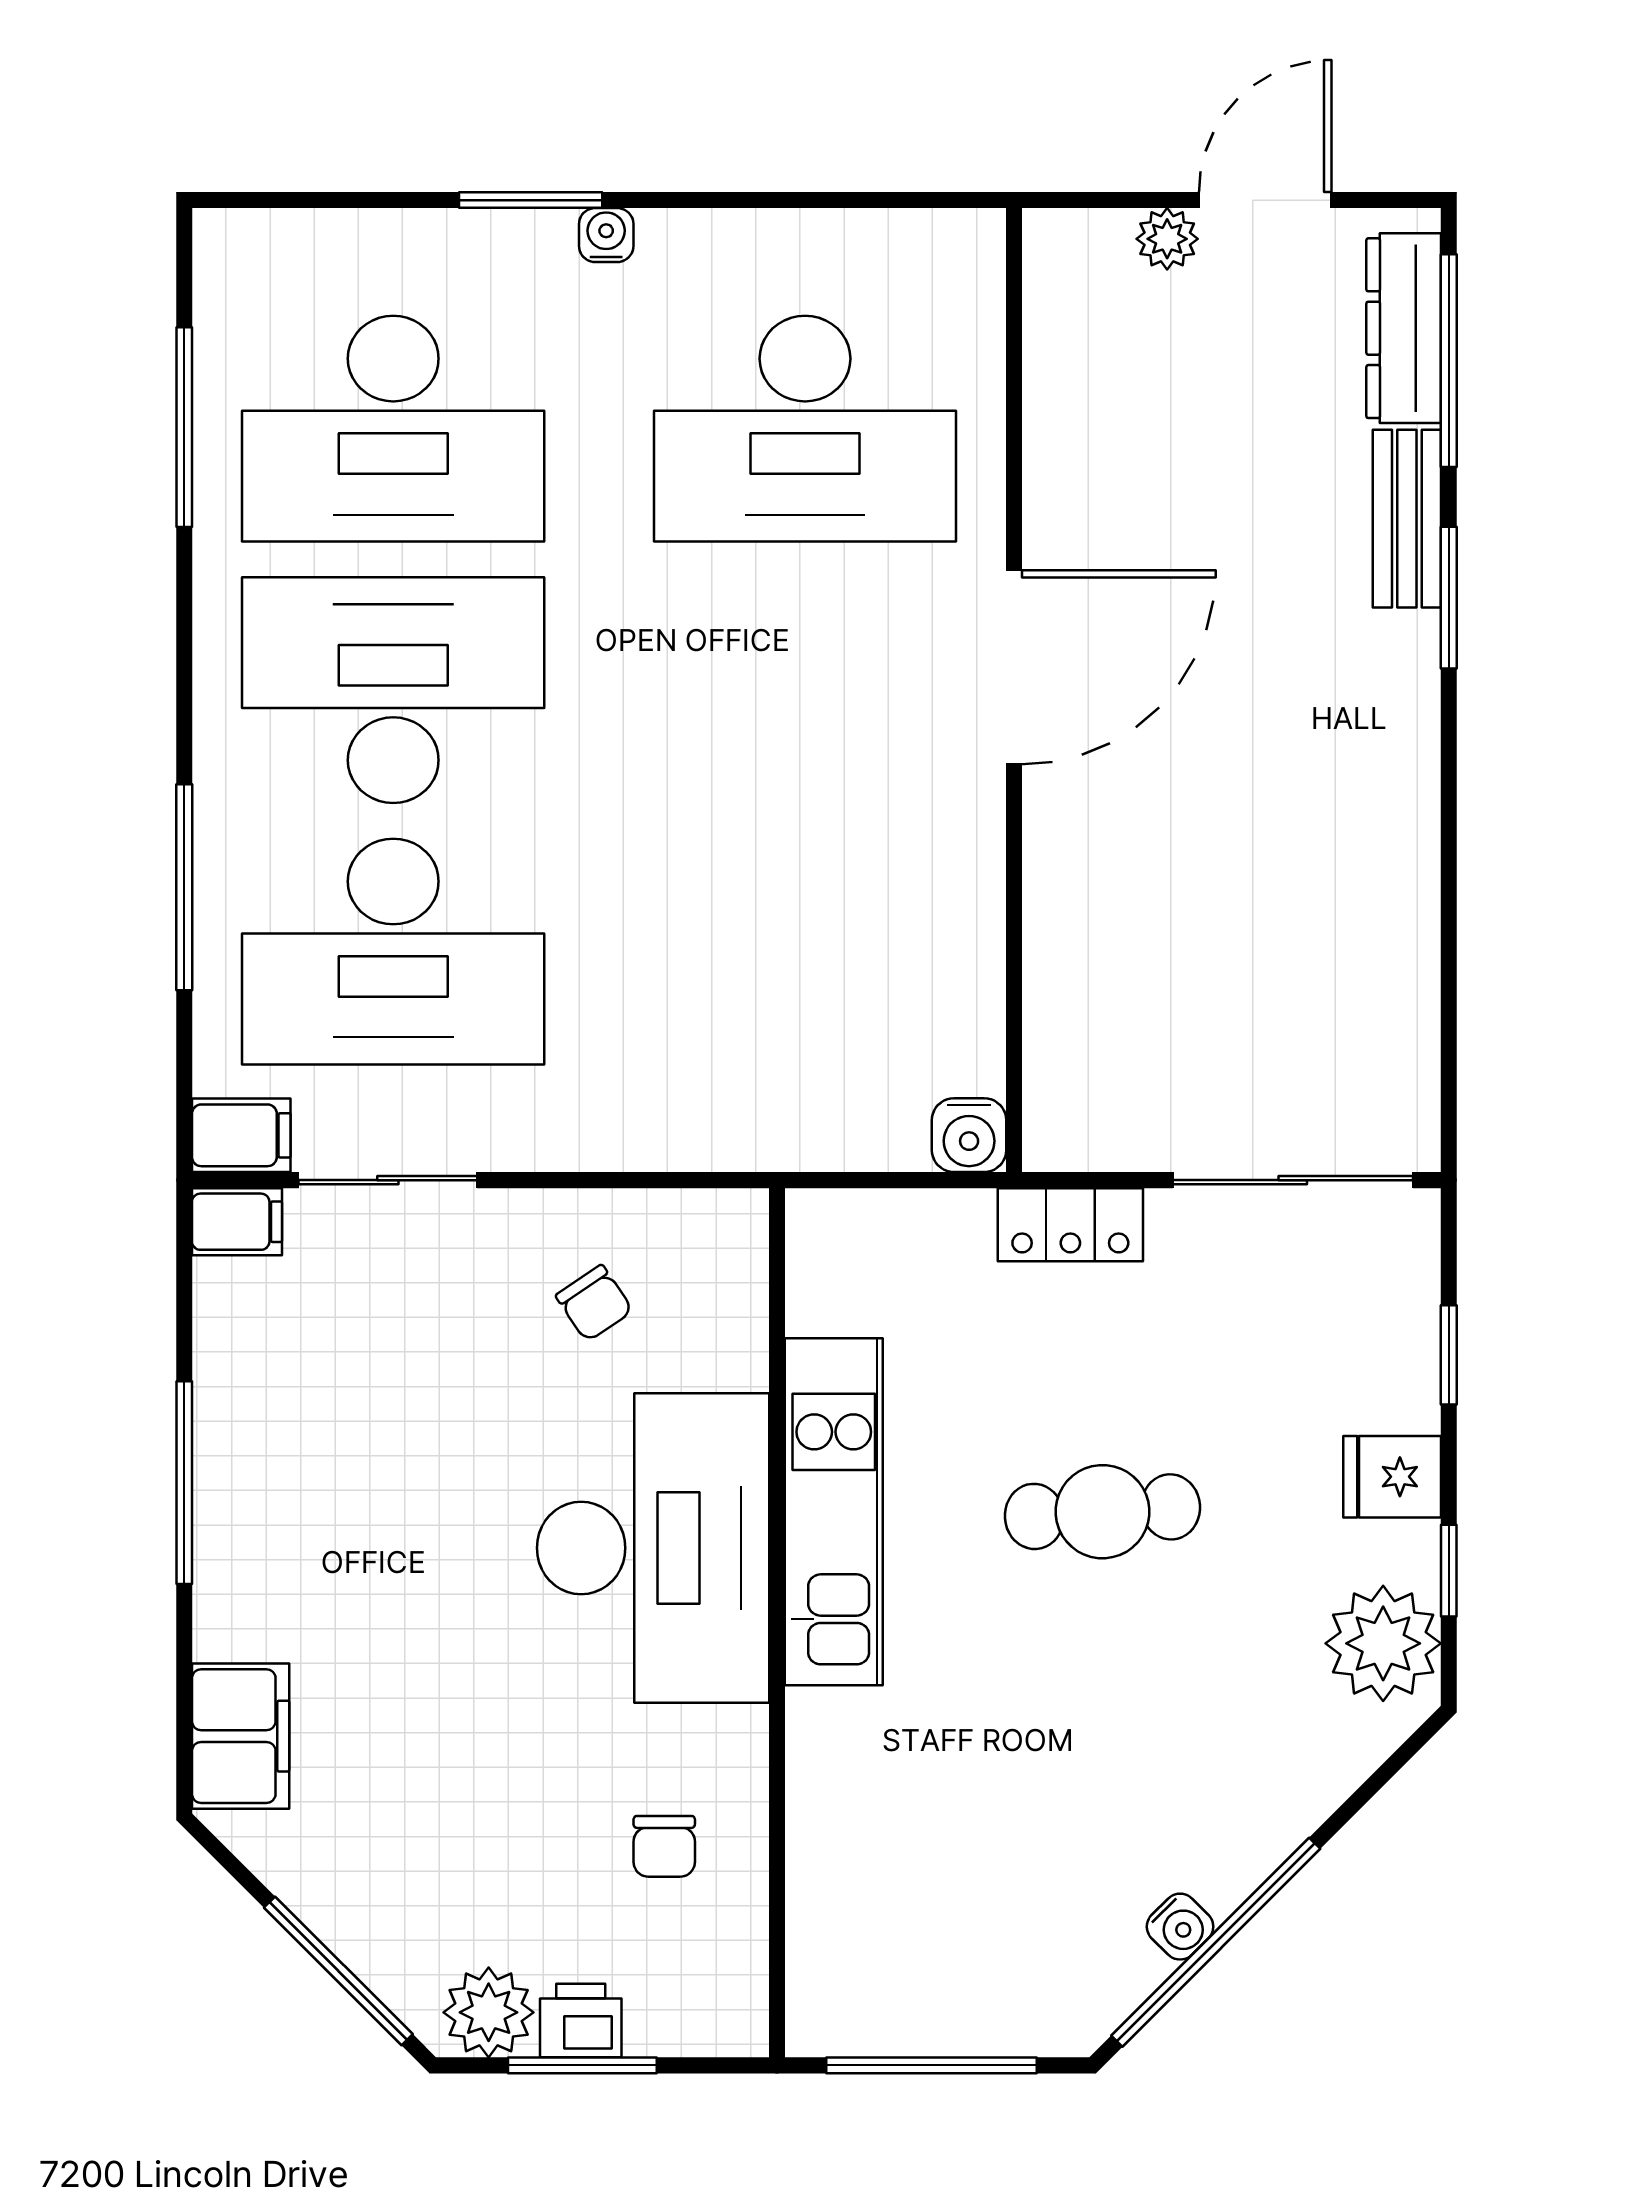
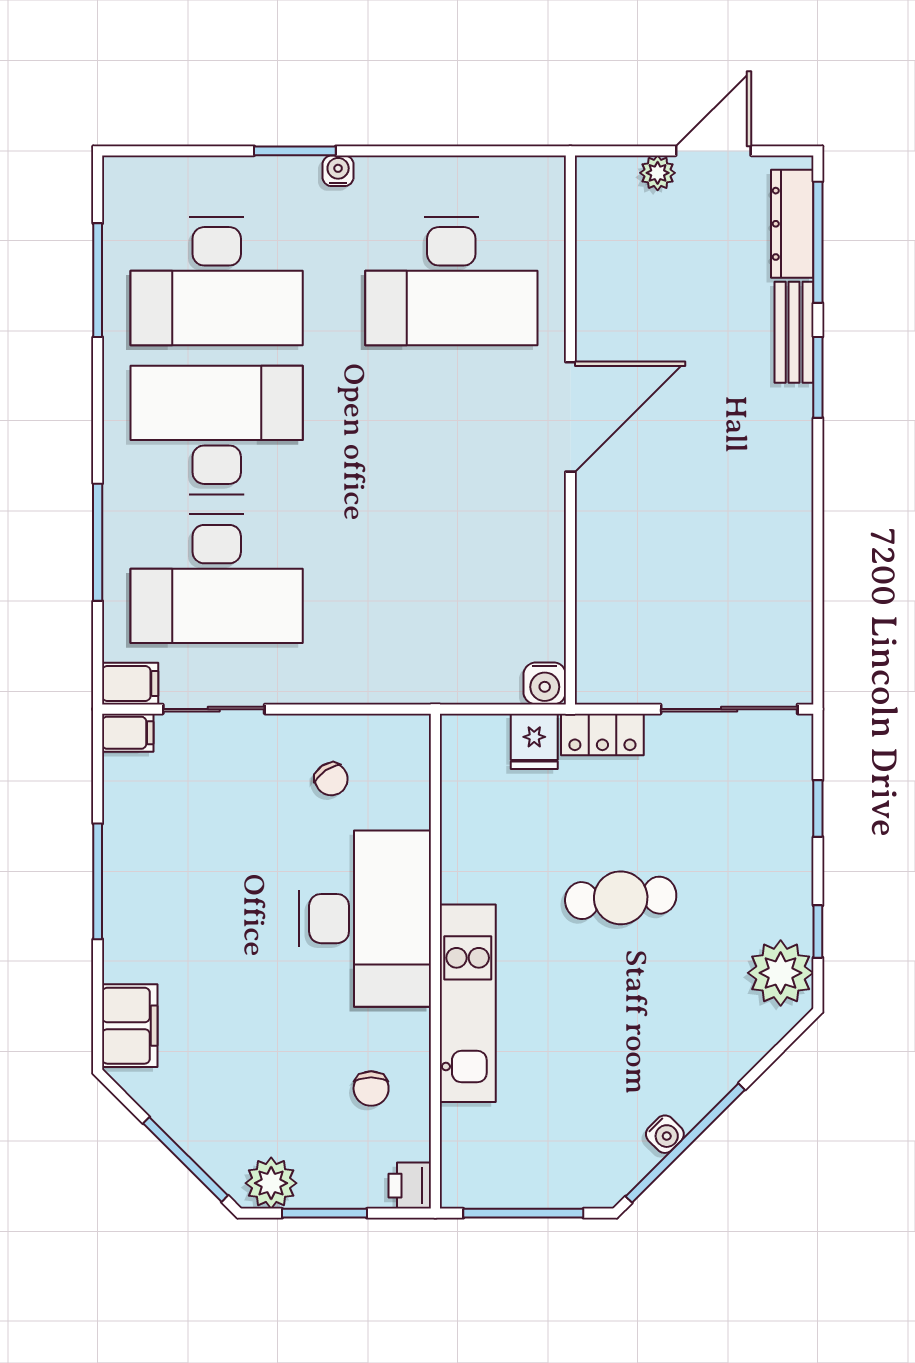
fridge: (1392, 1477) -> (534, 741), moved, turned -90
kitchen unit: (834, 1512) -> (468, 1003), moved
printer: (581, 2020) -> (410, 1186), moved, turned -90

